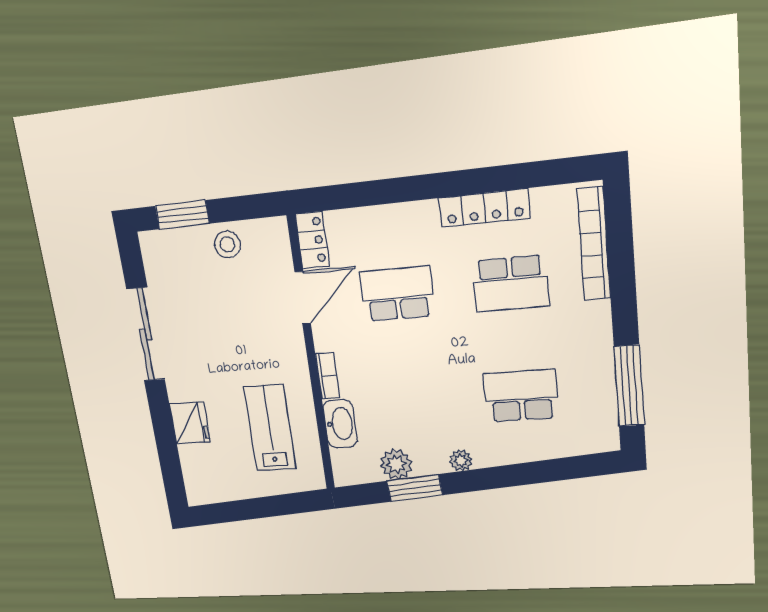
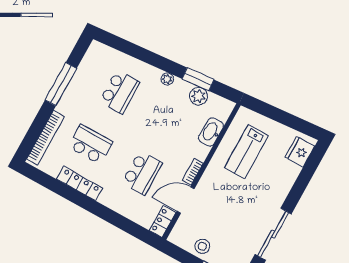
school desk: (397, 294) -> (142, 173), turned -90
bookcase: (328, 376) -> (193, 172), moved
window: (629, 386) -> (61, 84), moved
school desk: (521, 395) -> (119, 92), turned -90
fridge: (190, 423) -> (300, 152), moved

